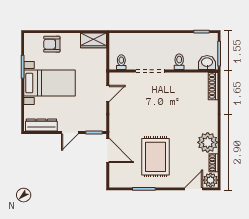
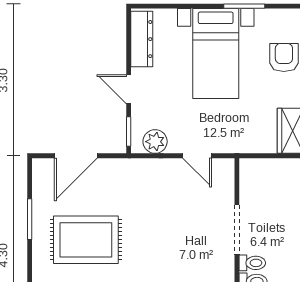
toilet: (121, 62) -> (252, 263), moved
plant: (100, 117) -> (155, 142), added
door: (108, 150) -> (76, 156), moved

